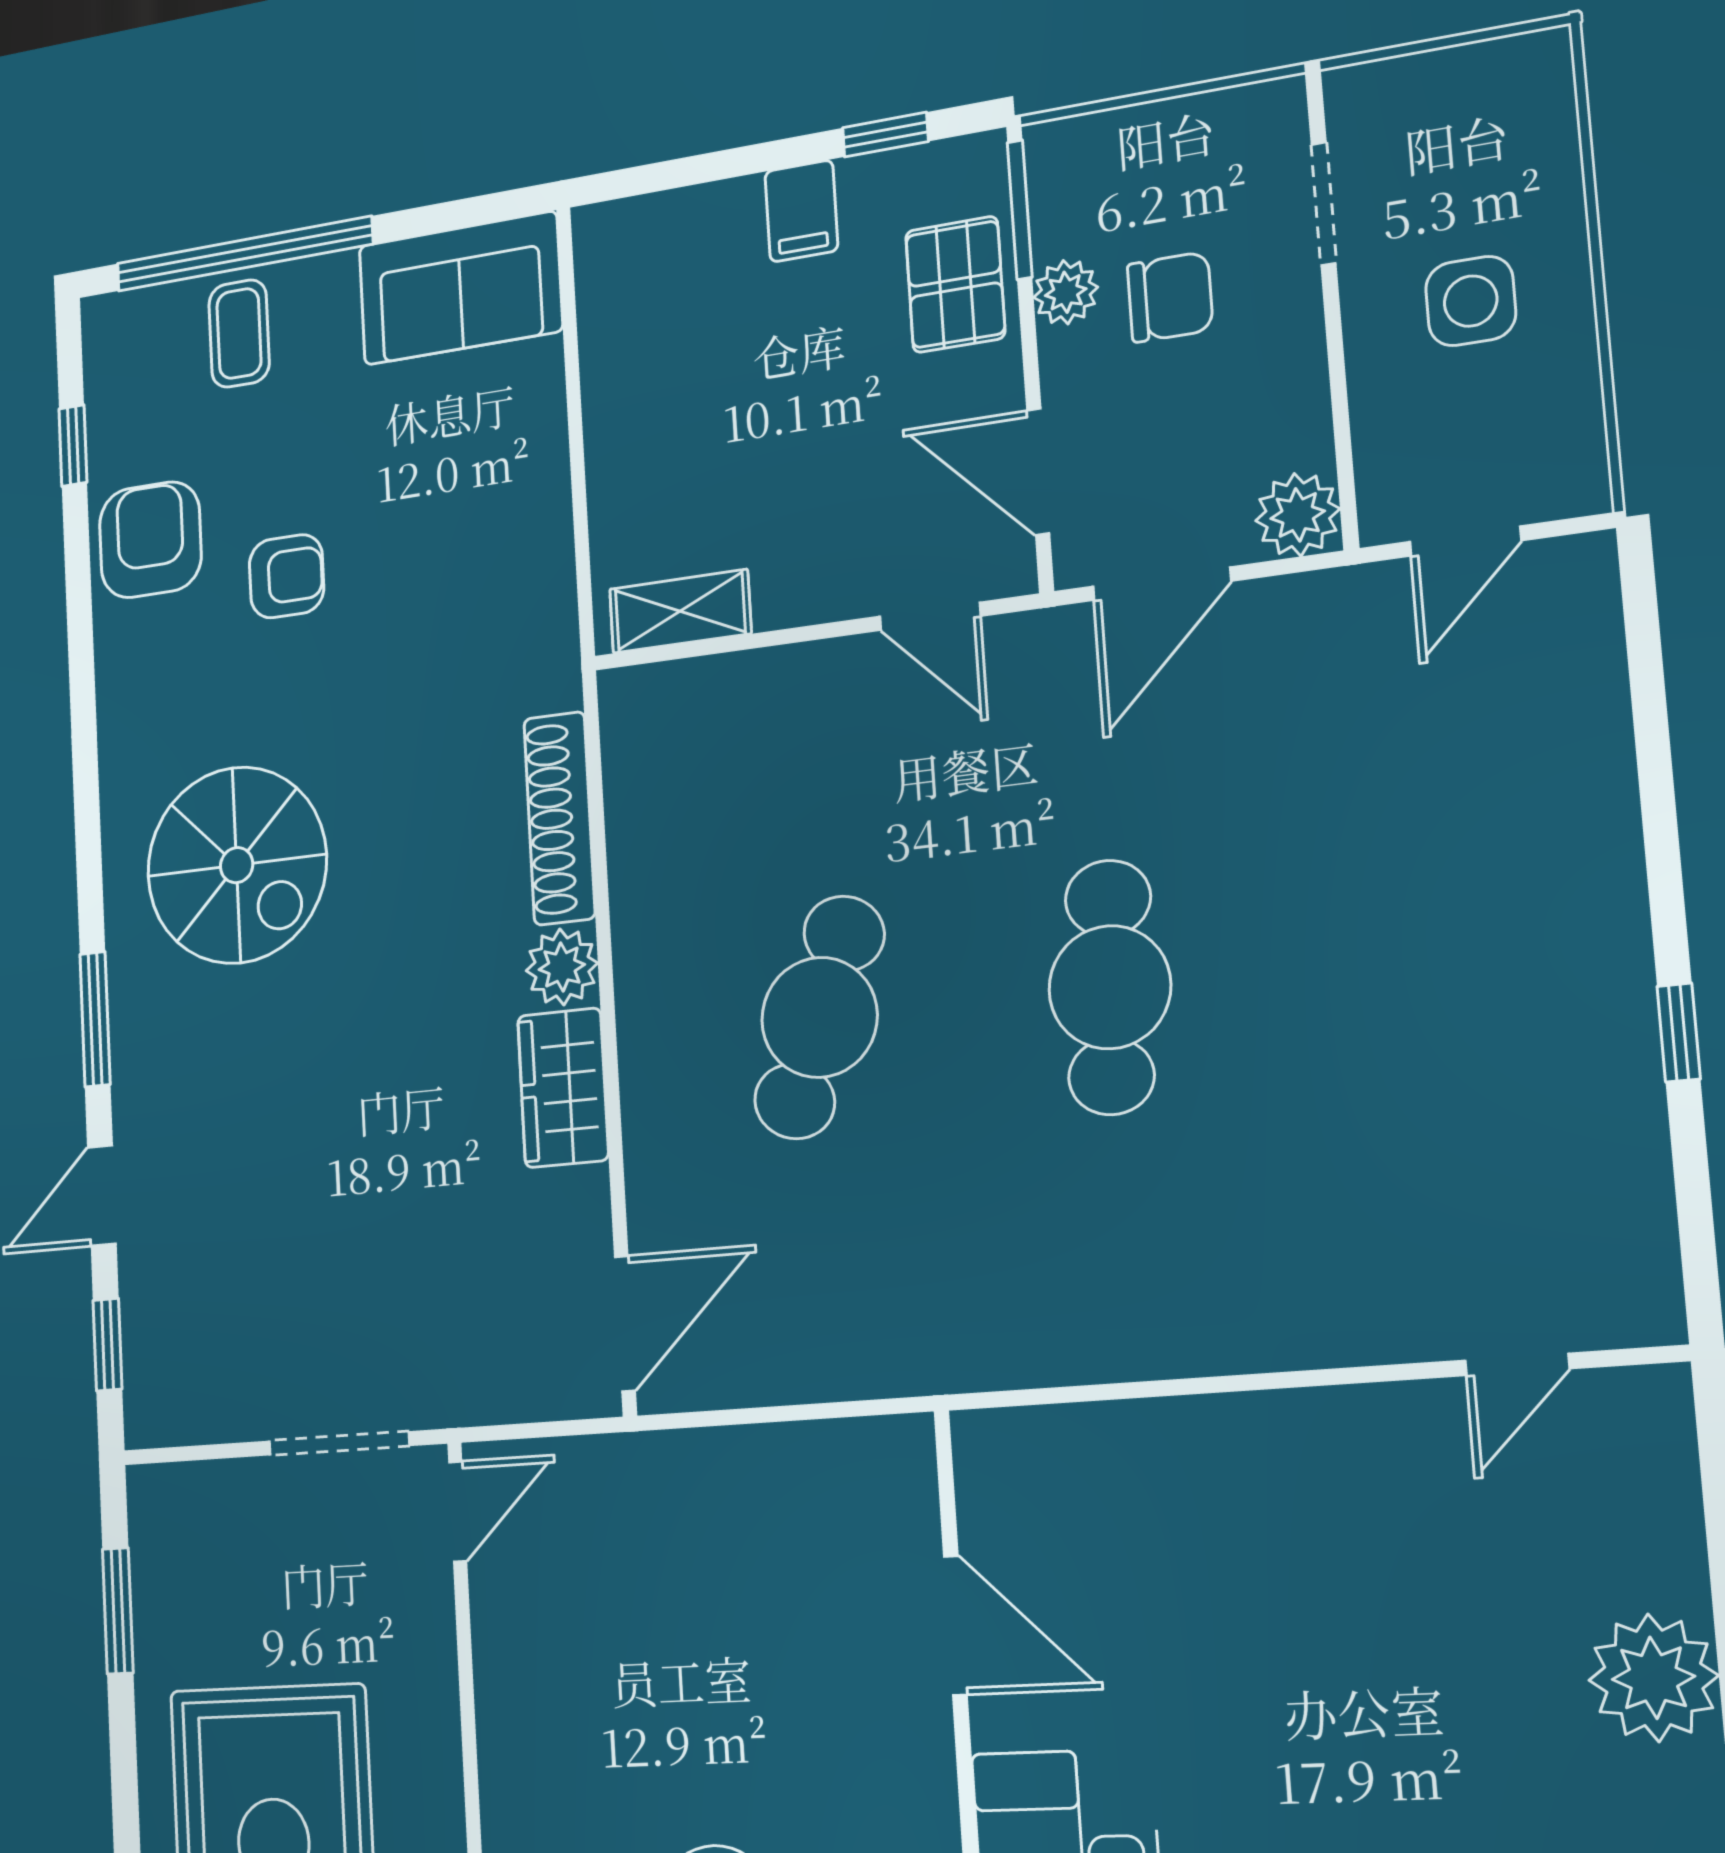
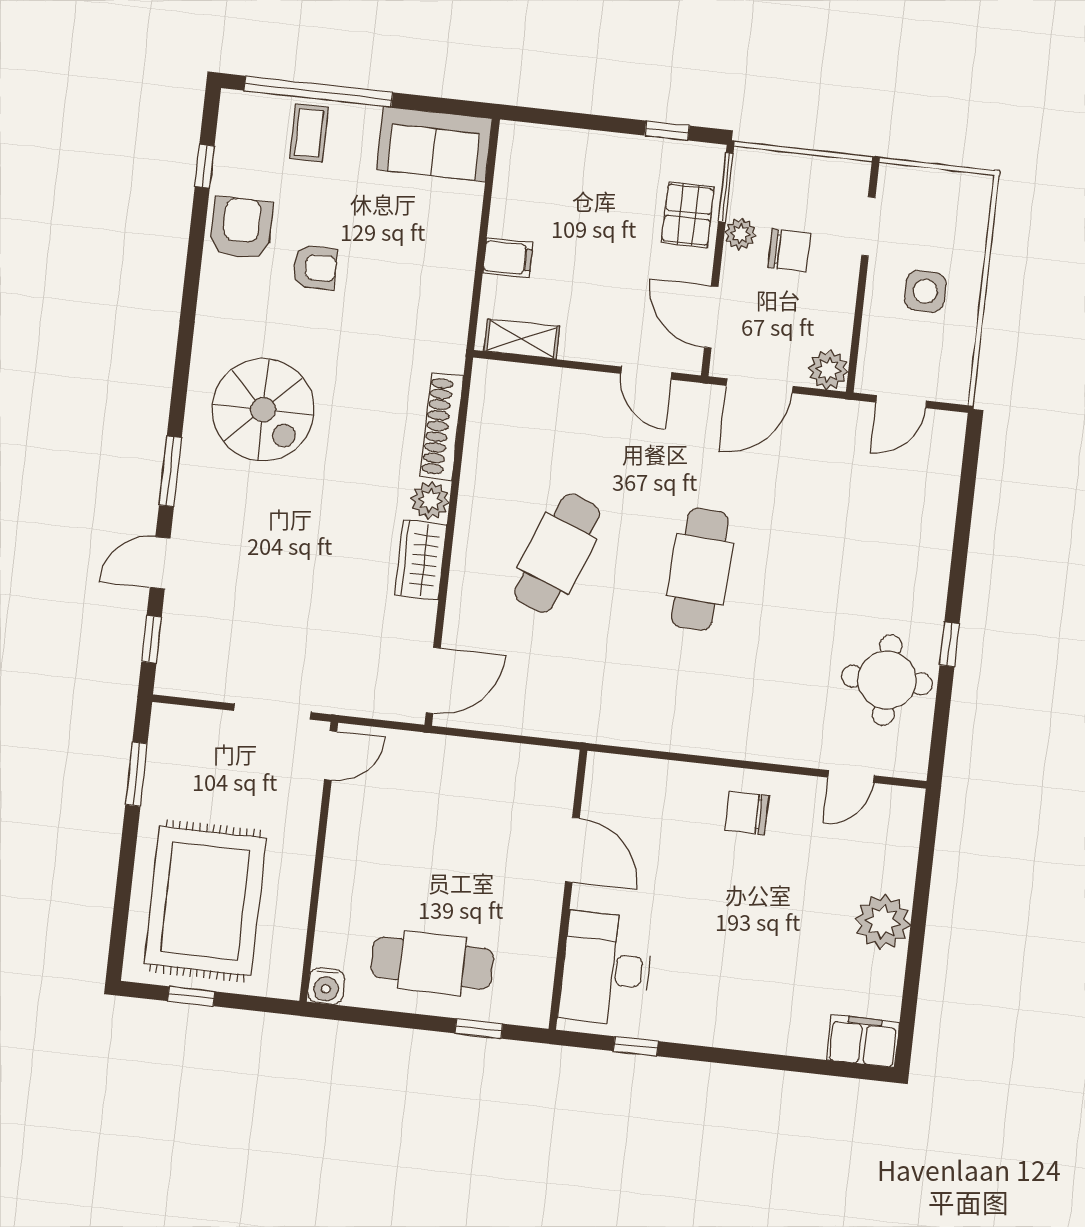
filing cabinet: (801, 211) -> (508, 258), moved, turned -90
round table: (1554, 1139) -> (887, 680), added
chair: (1304, 1484) -> (747, 813), added

